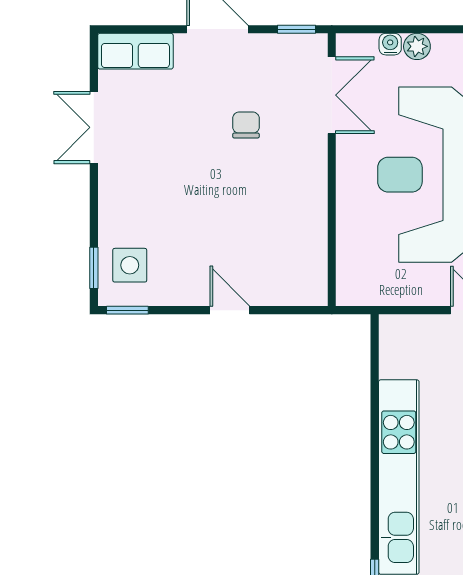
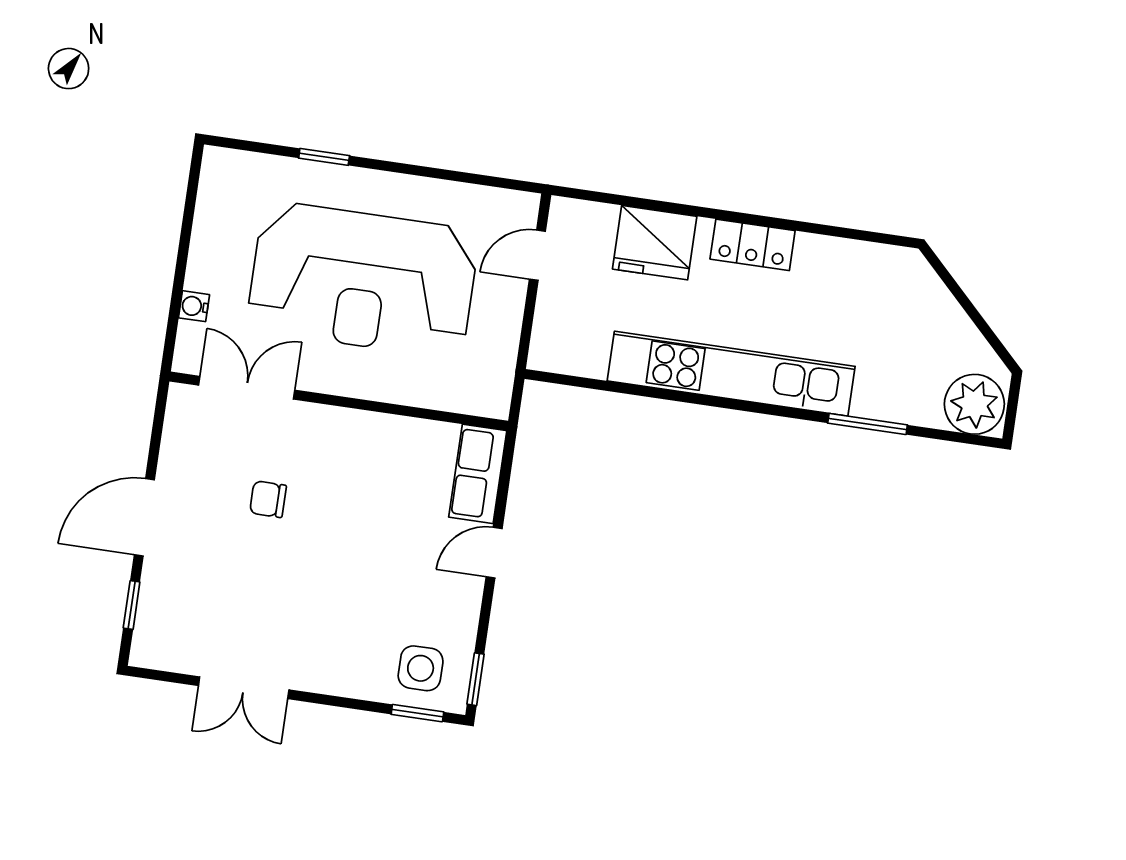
window: (296, 29) -> (132, 605), moved
plant: (417, 46) -> (202, 273), removed
row of seats: (135, 51) -> (478, 474), moved, turned 180

